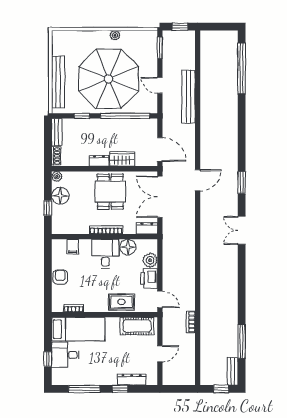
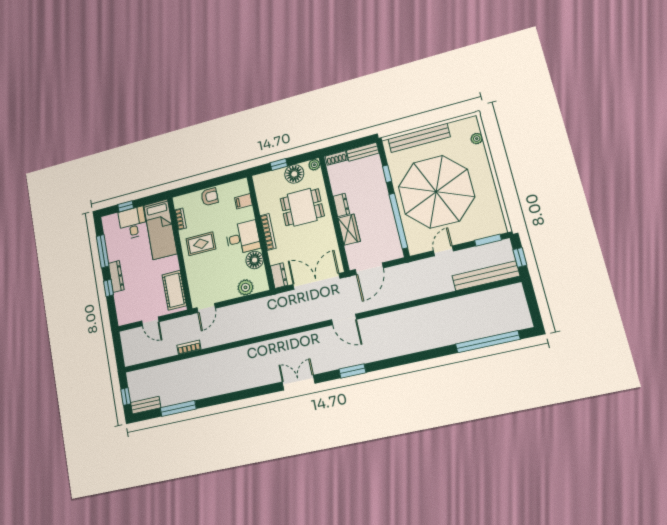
plant: (115, 35) -> (477, 139), moved
bench: (188, 97) -> (486, 276), moved
dining table: (110, 192) -> (302, 207), moved
printer: (149, 278) -> (226, 291), removed
rug: (121, 302) -> (201, 244), moved, turned 90
dresser: (132, 380) -> (116, 277), moved

